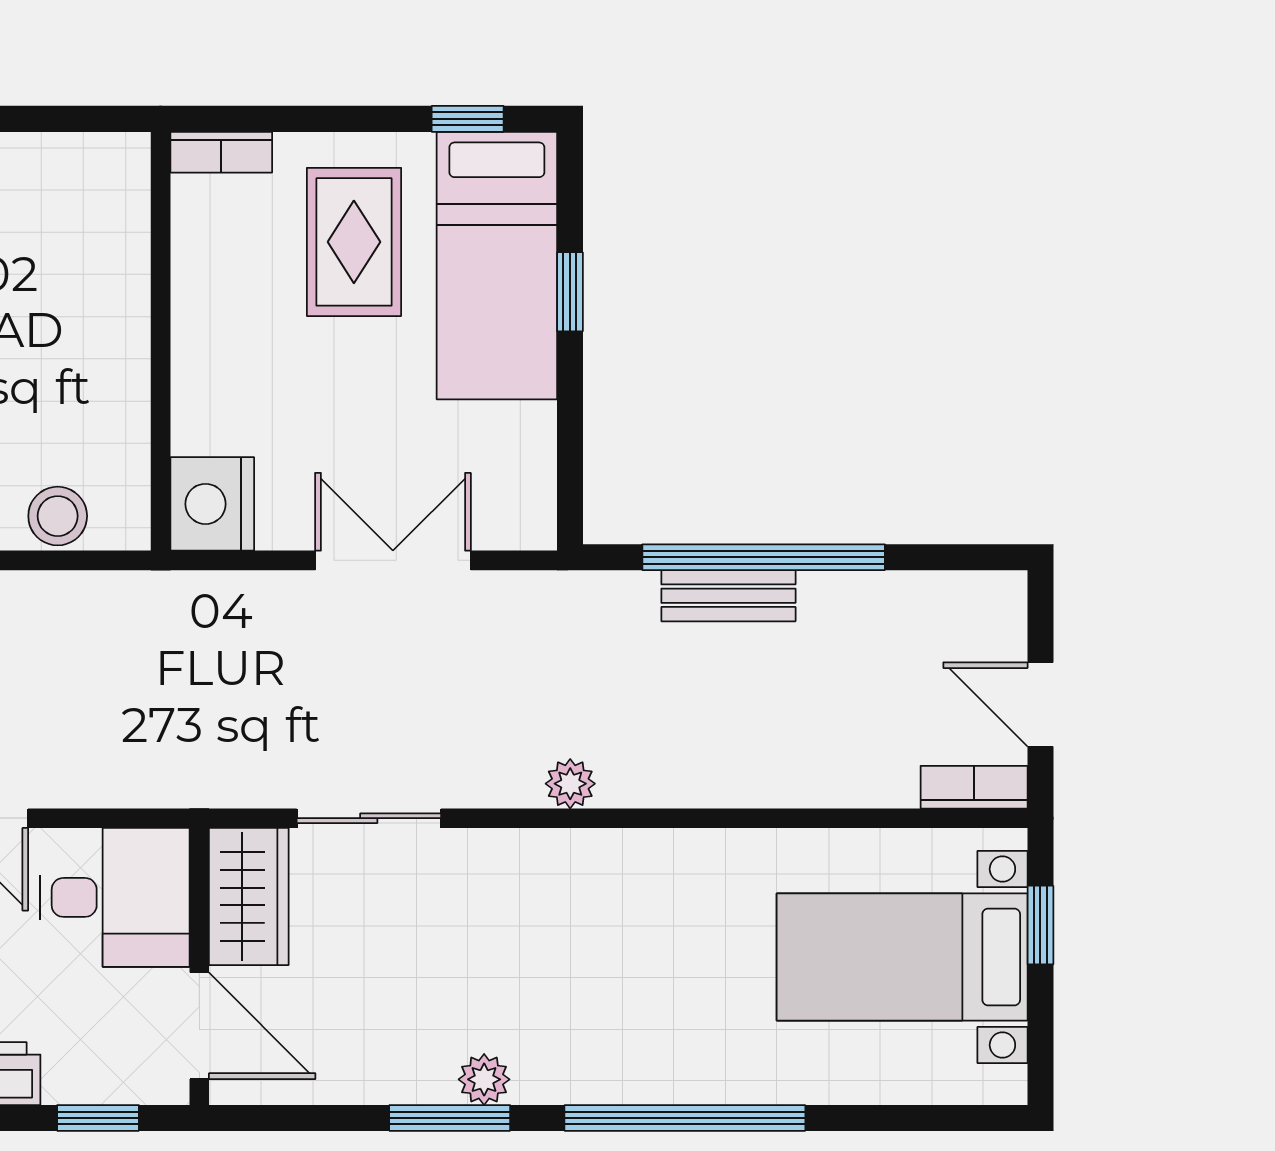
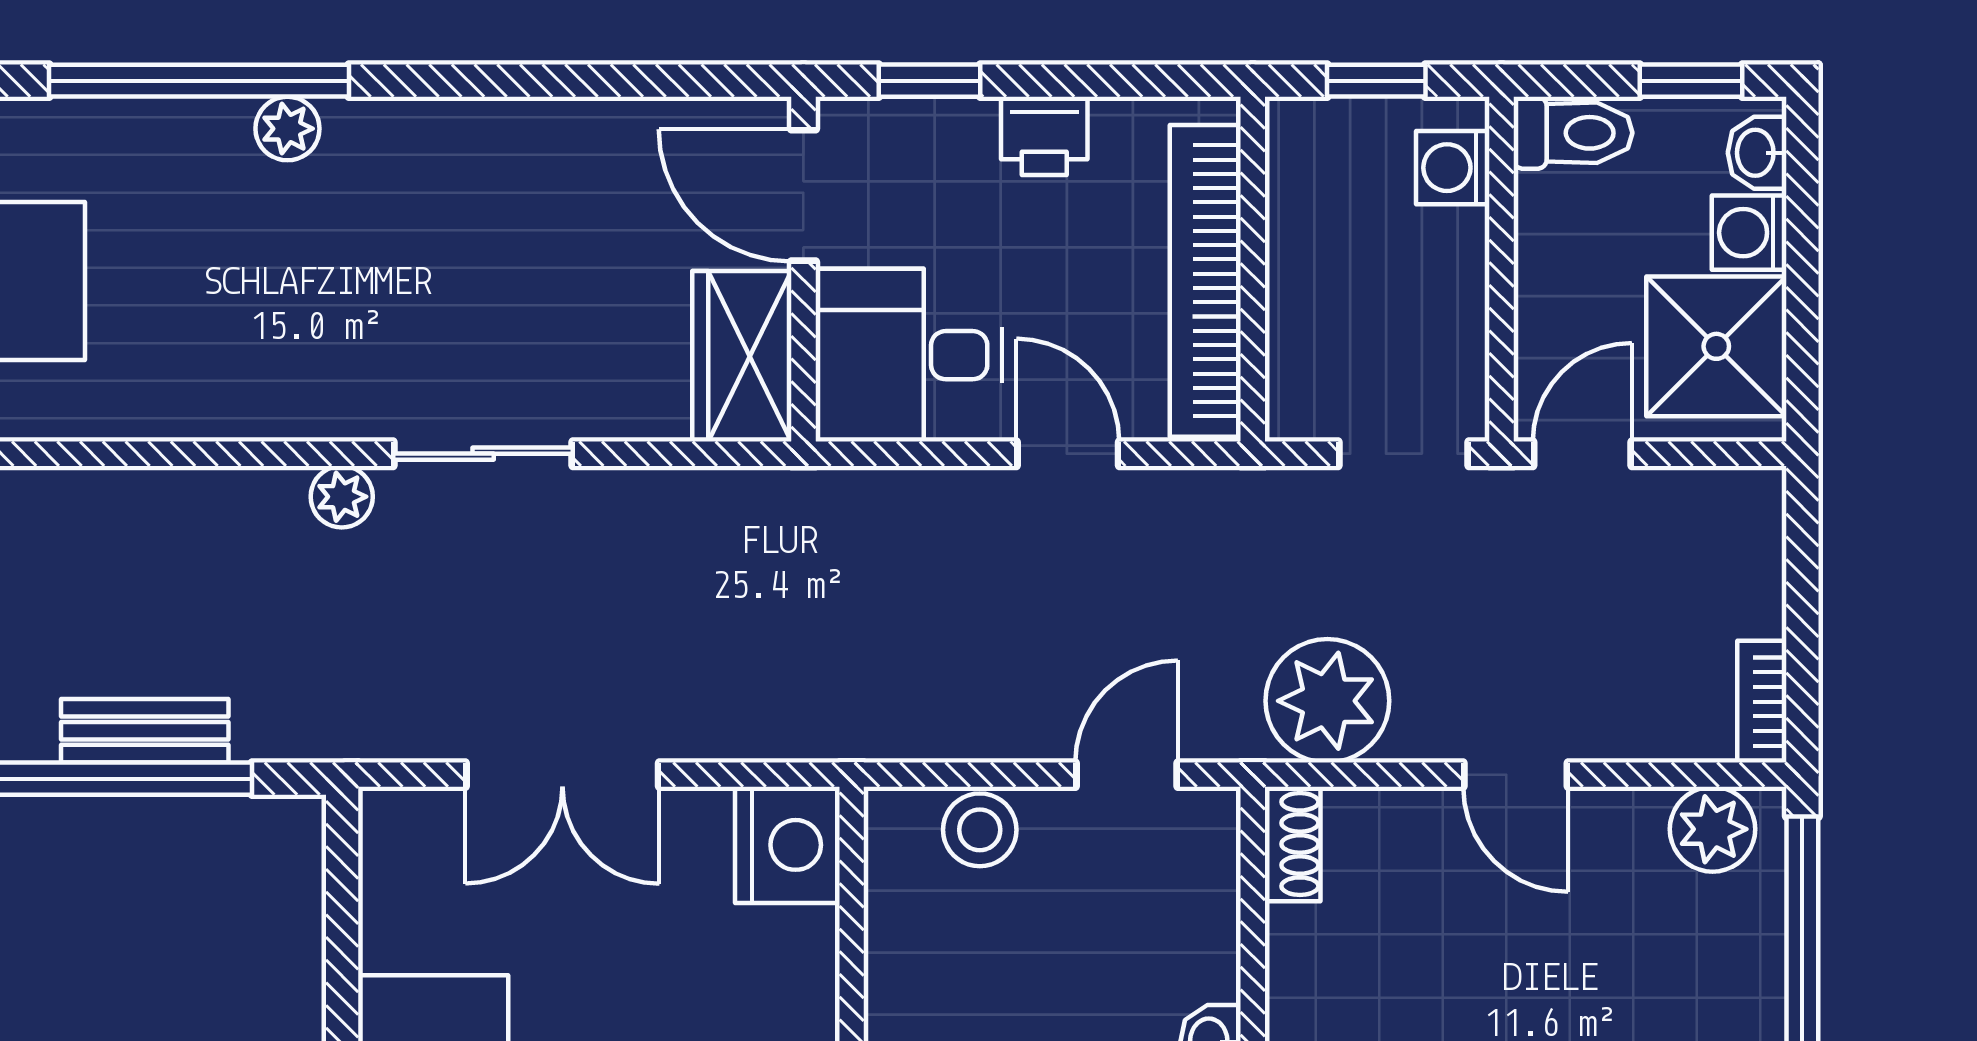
sliding door: (369, 818) -> (483, 454), moved
plant: (484, 1079) -> (287, 129), moved
window: (450, 1118) -> (492, 81), removed

